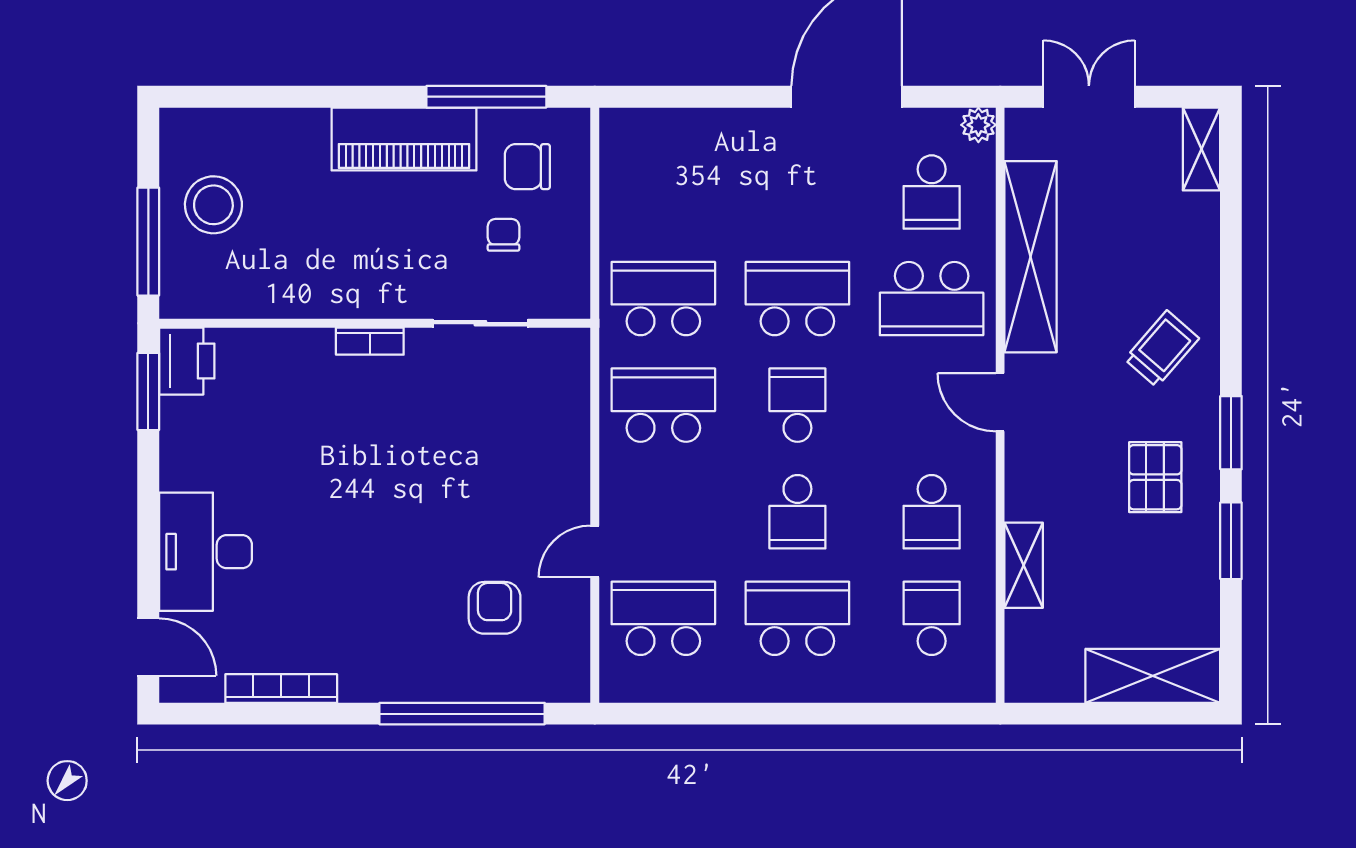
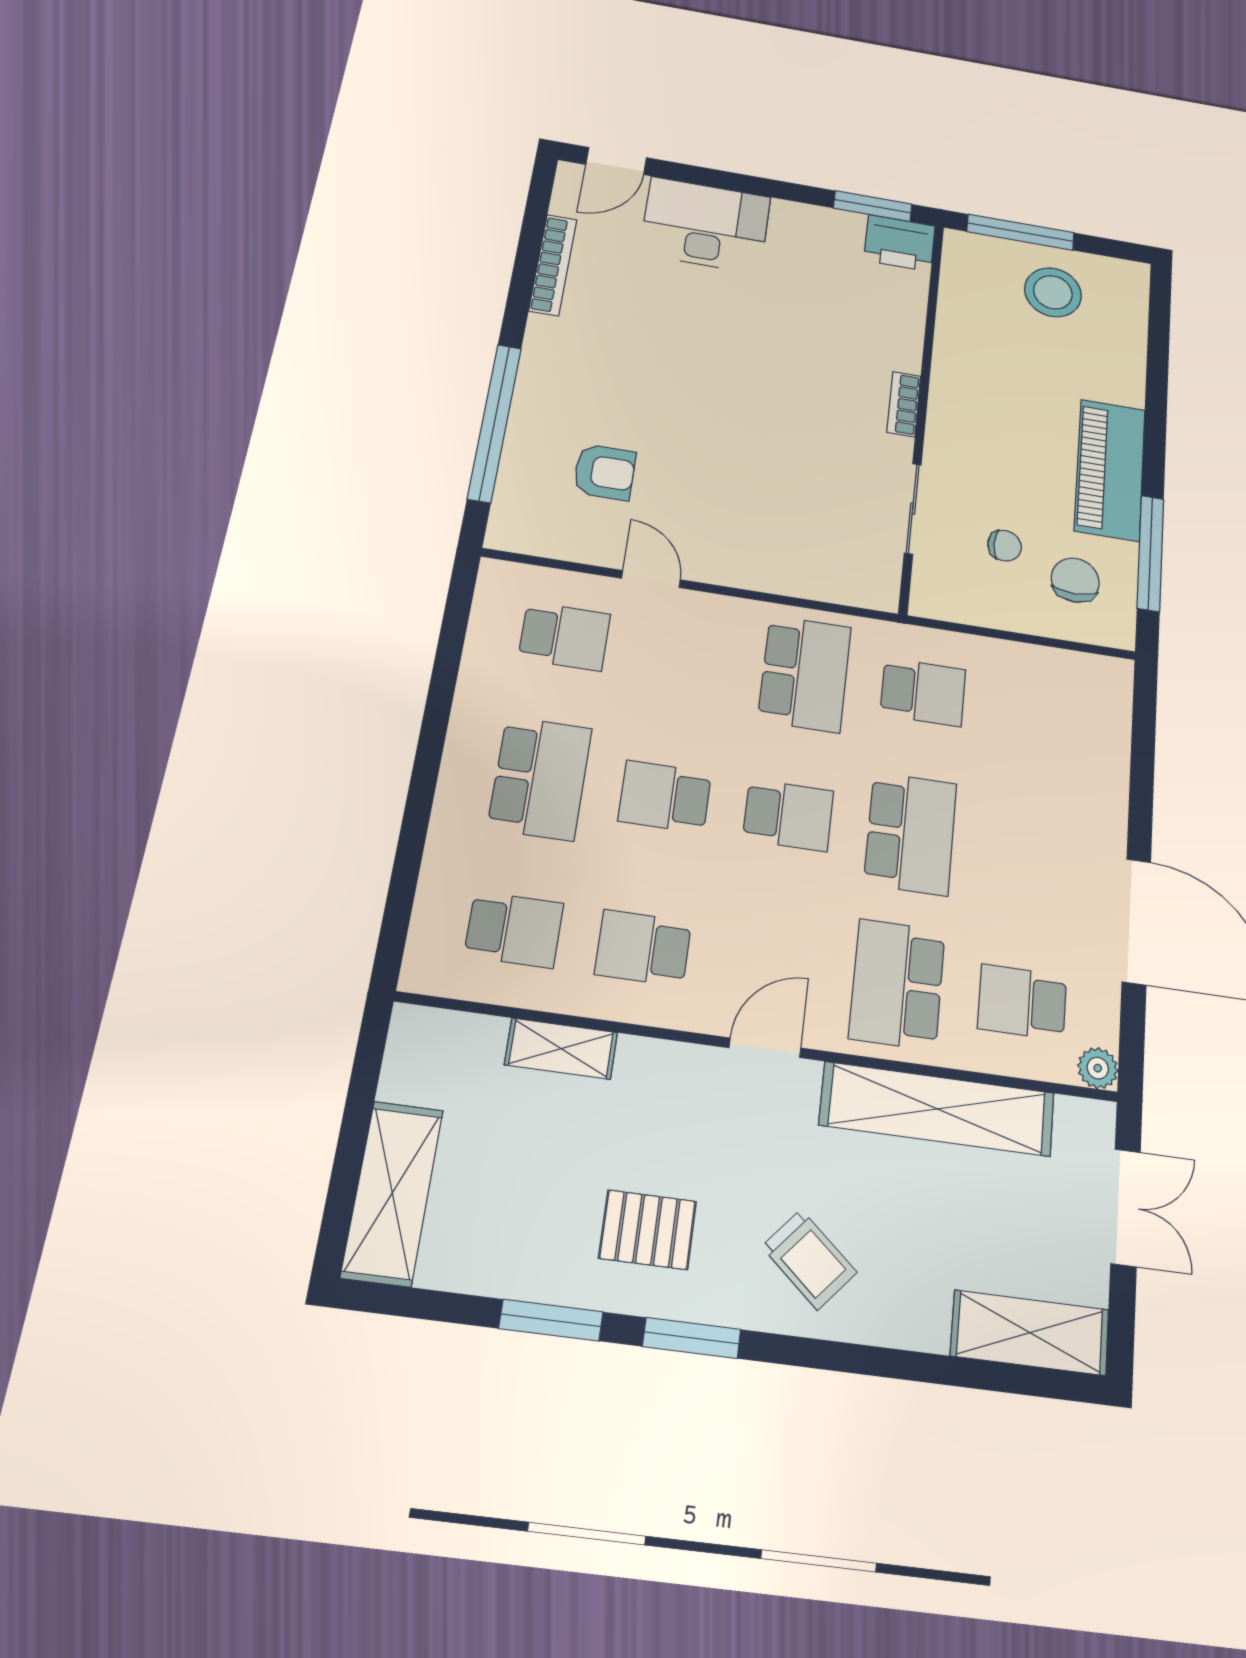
shelving: (1202, 149) -> (1030, 1333), width x1.50, depth x1.33
school desk: (663, 299) -> (923, 692), width x0.54
school desk: (663, 618) -> (564, 636), width x0.54

